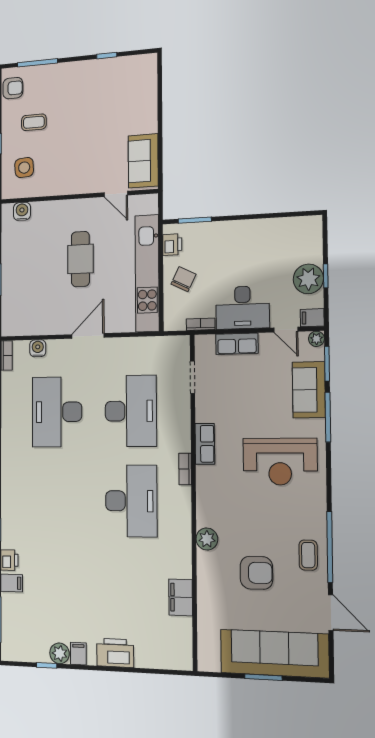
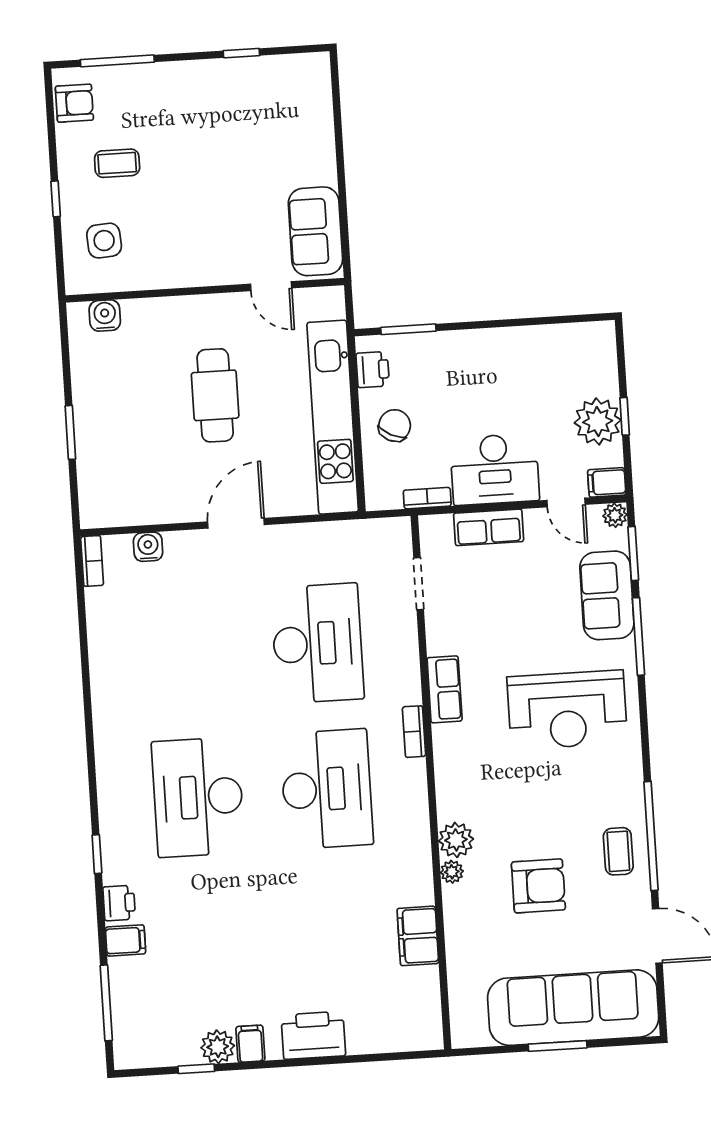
desk: (57, 412) -> (198, 797), moved
plant: (203, 559) -> (452, 872), added

